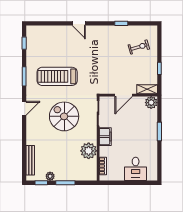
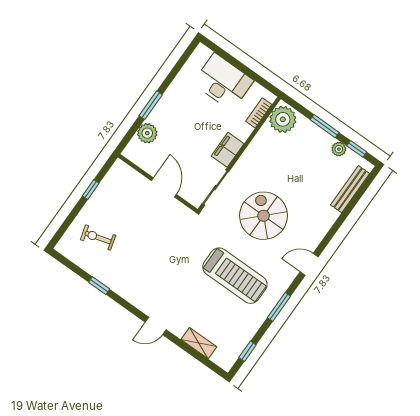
door: (79, 23) -> (156, 326), swing flipped
shelving: (147, 89) -> (199, 343), moved
door: (124, 95) -> (164, 188), hinge flipped
plant: (151, 103) -> (147, 133), moved
spiral stairs: (64, 116) -> (264, 216), turned 180
plant: (89, 151) -> (283, 119), moved
desk: (136, 169) -> (223, 82), width x1.37

